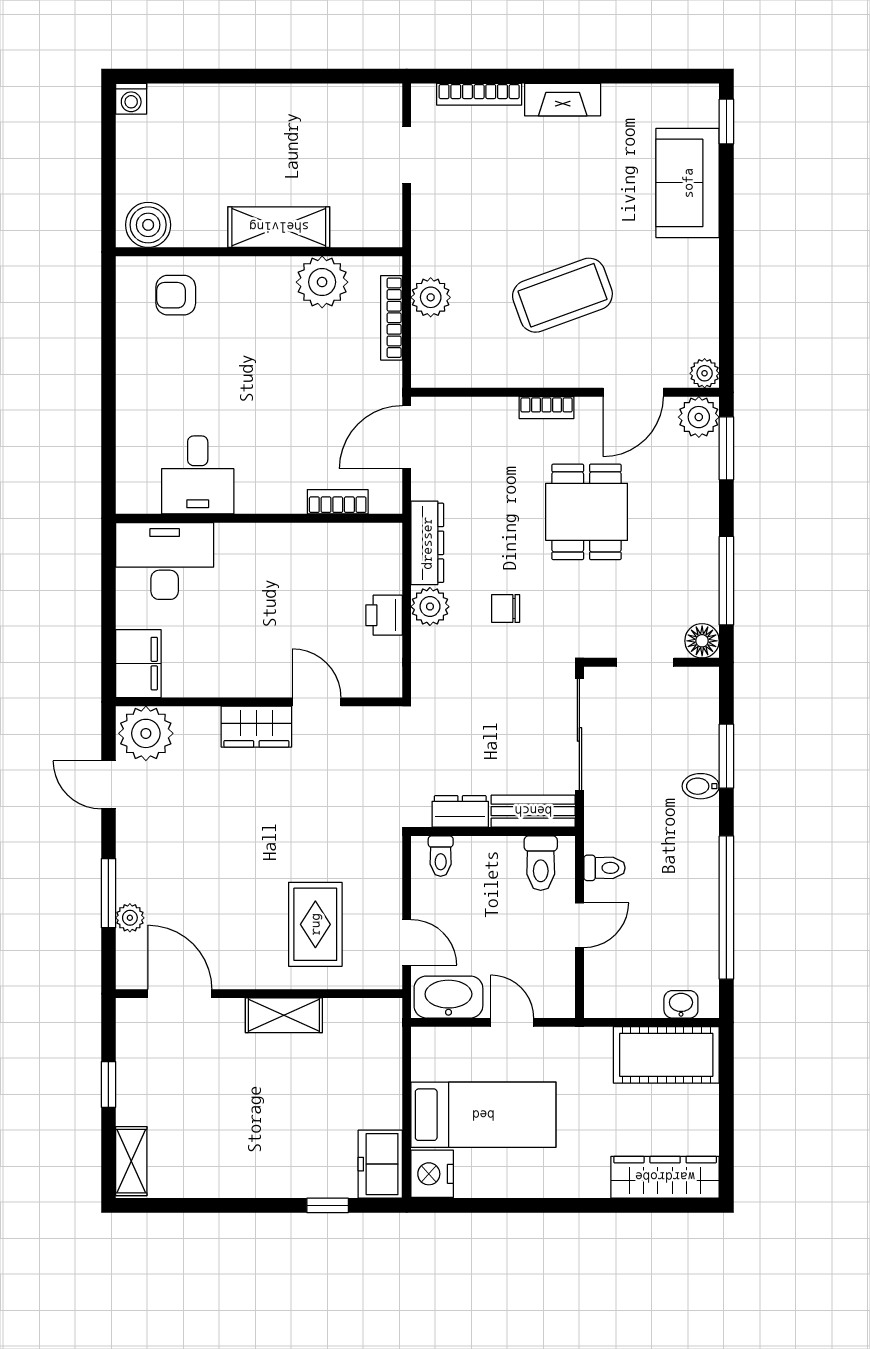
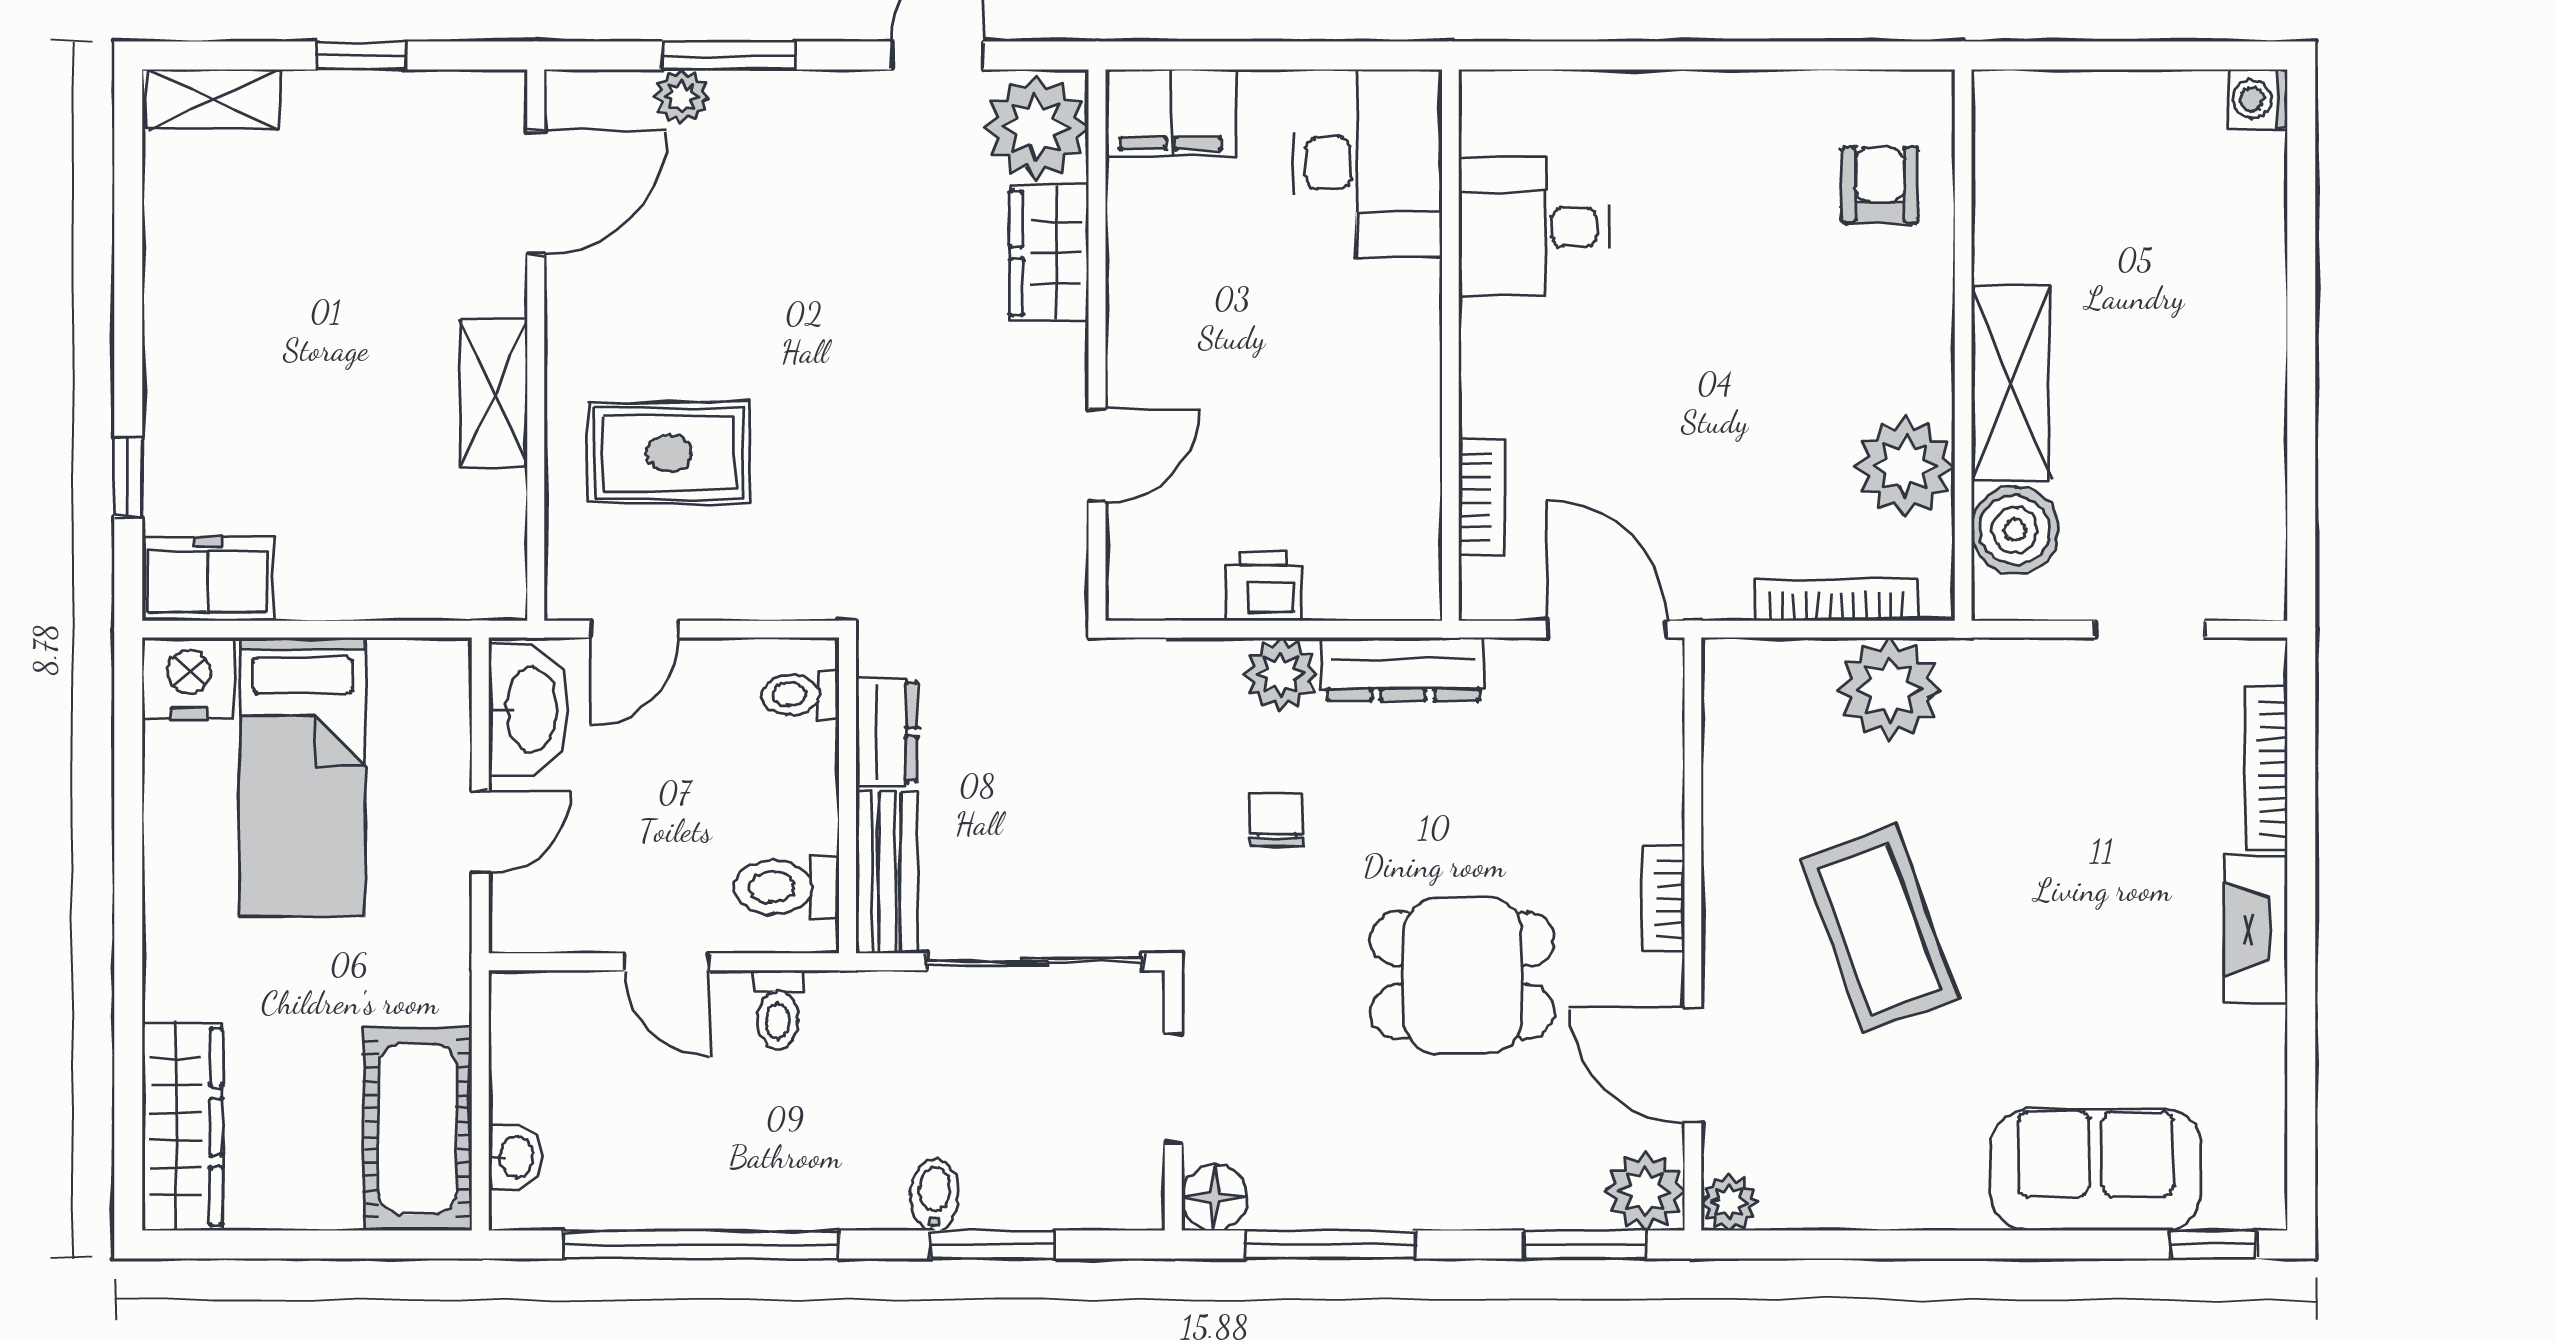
boiler: (148, 225) -> (2015, 530), moved
plant: (431, 297) -> (1889, 689), width x1.36, depth x1.36
wardrobe: (256, 727) -> (1049, 253), moved

